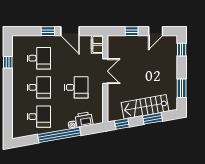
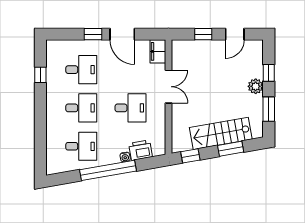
window: (182, 50) -> (269, 73), moved
plant: (172, 71) -> (256, 86), added

